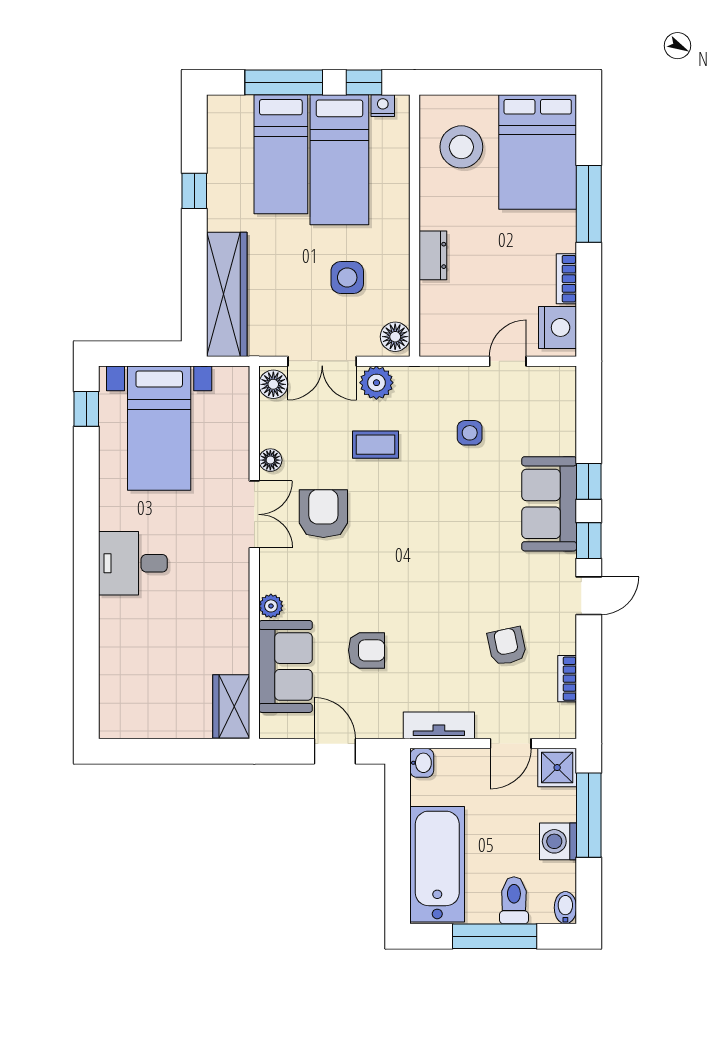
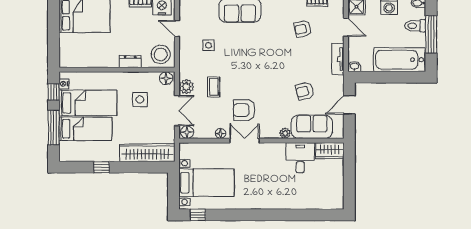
stool: (461, 147) -> (161, 54), moved
desk: (133, 563) -> (300, 158), moved, turned 180
armchair: (366, 650) -> (305, 91), turned -104

